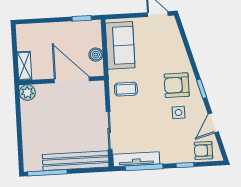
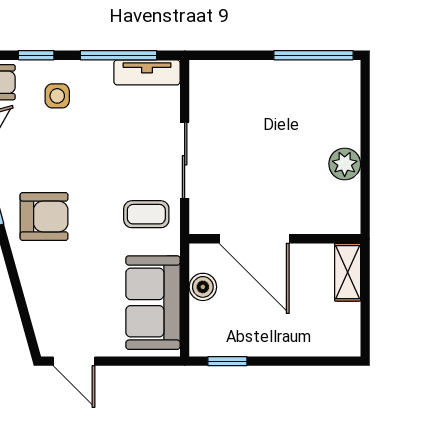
plant: (27, 93) -> (345, 164), moved
side table: (178, 112) -> (57, 96), moved
sliding door: (109, 130) -> (185, 160), moved
tv unit: (136, 159) -> (147, 72), width x0.71
bench: (76, 161) -> (255, 76), removed

